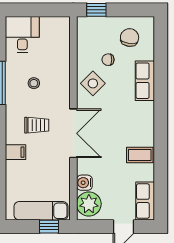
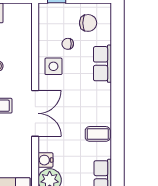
chair: (130, 38) -> (88, 23), turned 82
side table: (93, 83) -> (53, 66), turned 45

